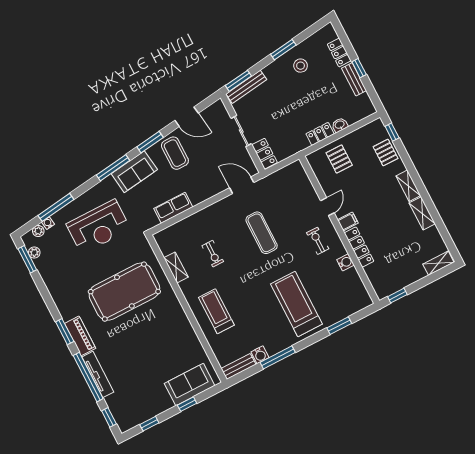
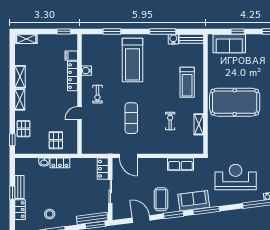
filing cabinet: (348, 221) -> (71, 56), moved
pool table: (124, 292) -> (235, 102), moved

